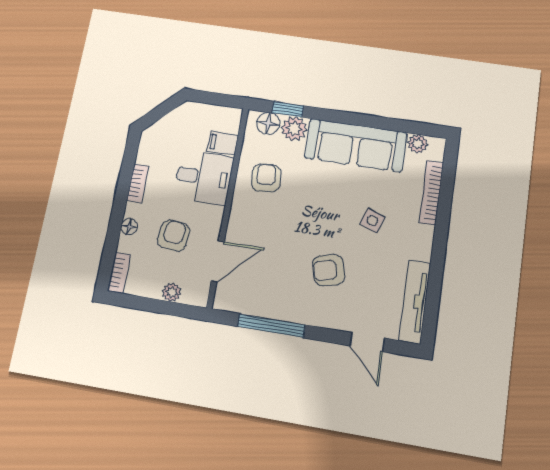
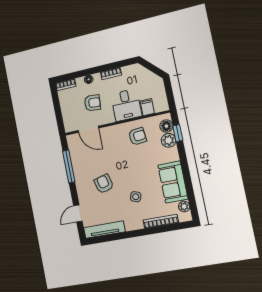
sofa: (356, 145) -> (173, 182), width x0.73
plant: (172, 292) -> (66, 114), removed

